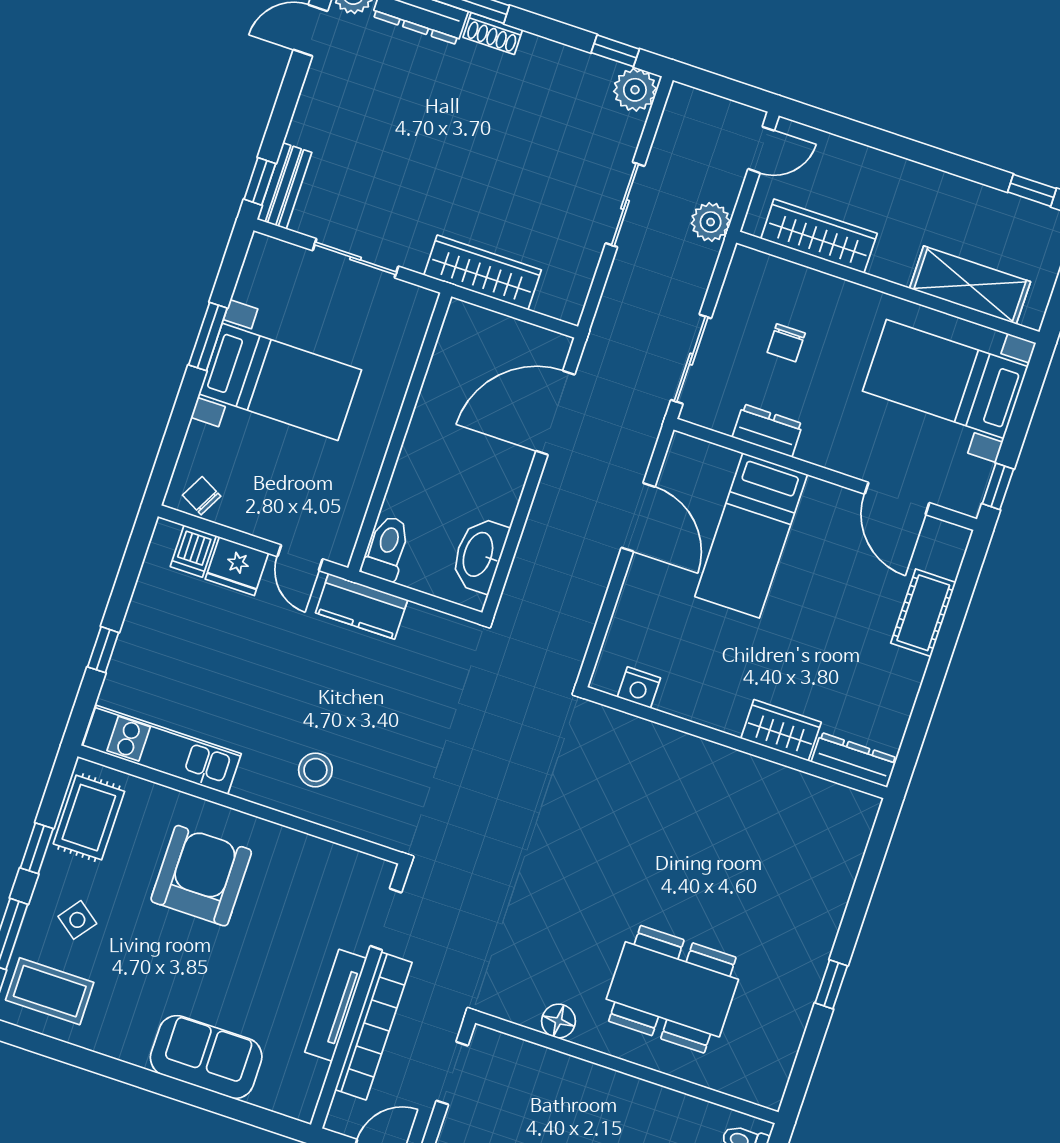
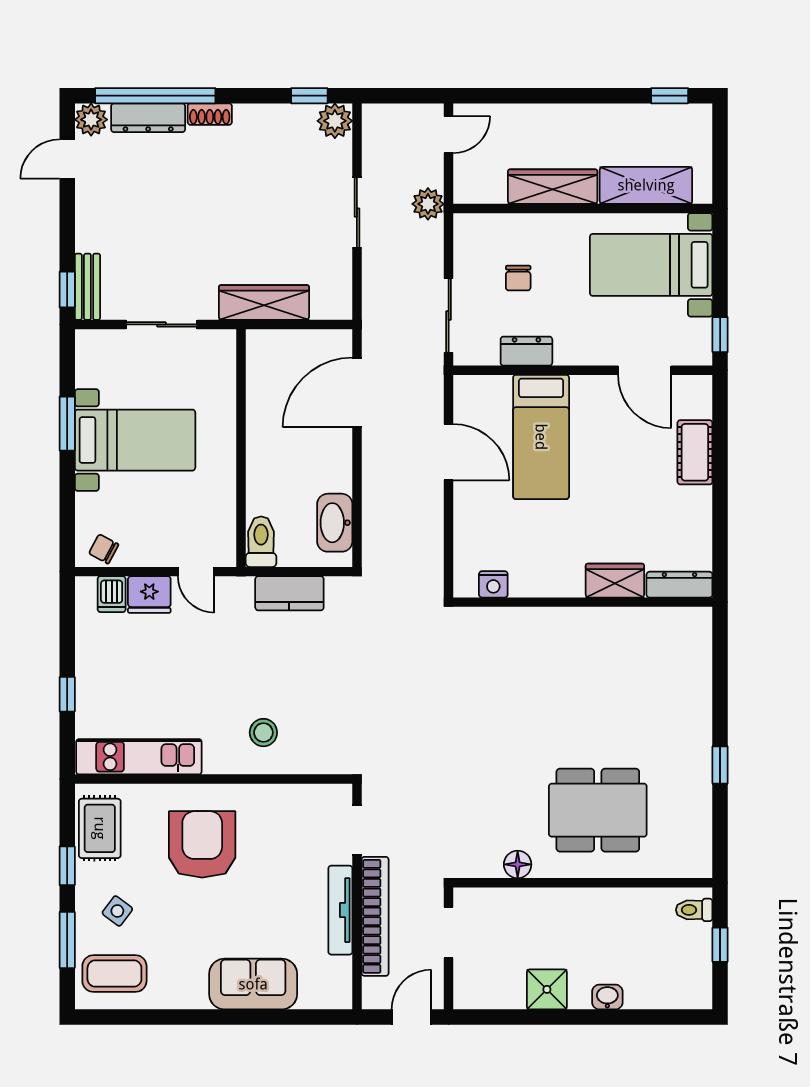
wardrobe: (819, 236) -> (553, 187), moved
kitchen counter: (362, 606) -> (289, 593), moved

